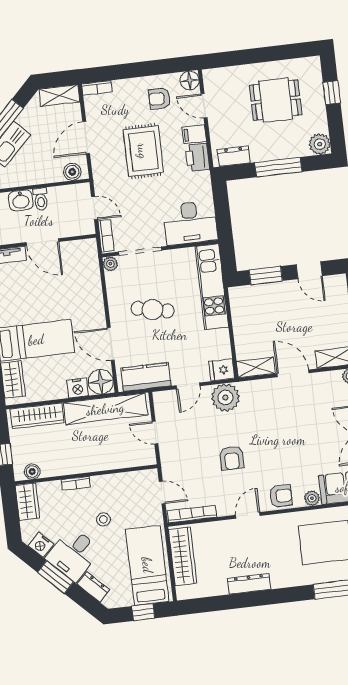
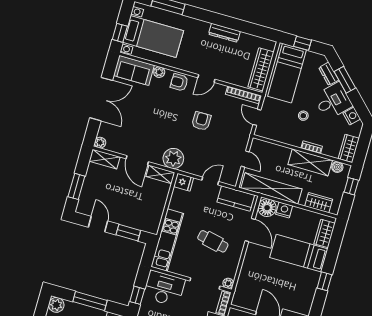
window: (221, 200) -> (137, 295), added
plant: (225, 398) -> (173, 158), moved
wardrobe: (37, 416) -> (319, 203), width x0.67
shelving: (70, 463) -> (310, 162), added
window: (56, 577) -> (345, 80), moved

